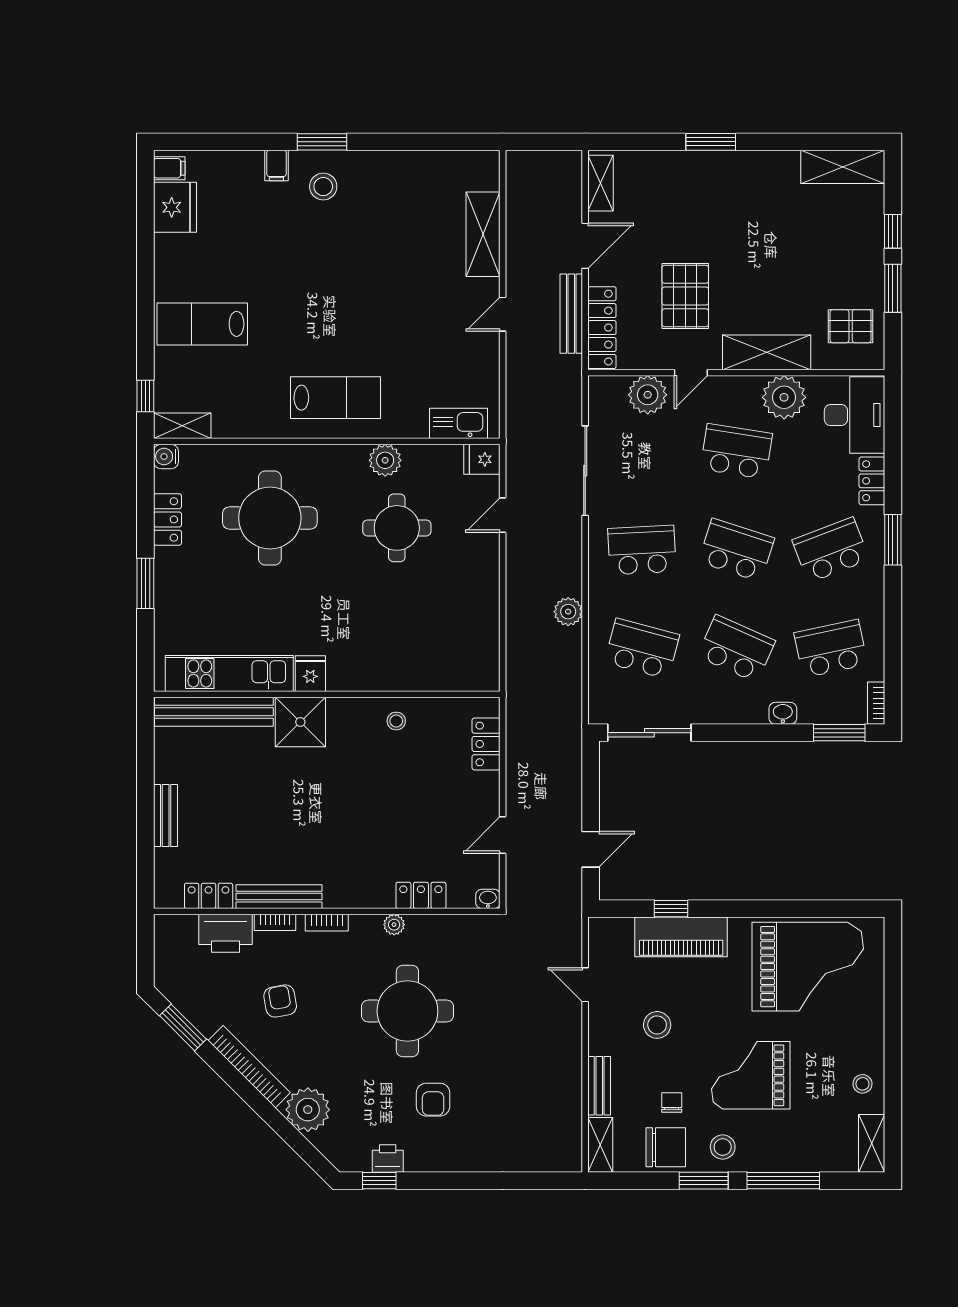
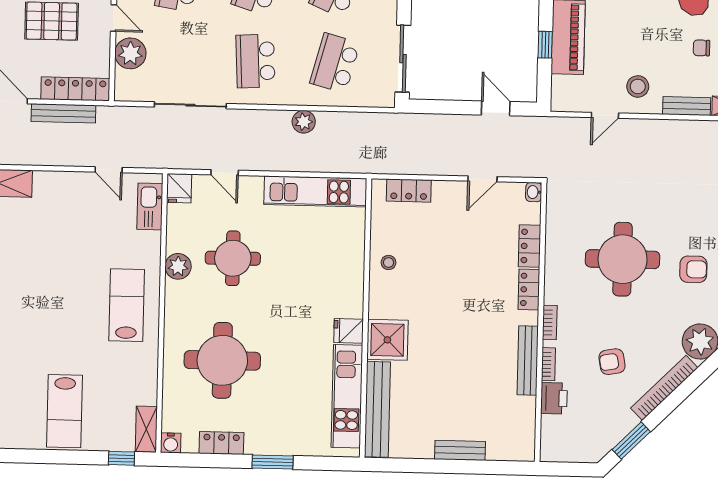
door: (503, 314) -> (109, 170), moved
kitchen unit: (482, 628) -> (315, 191), added
door: (503, 835) -> (482, 179), hinge flipped
locker: (209, 896) -> (529, 289), moved
plant: (394, 925) -> (553, 268), removed
printer: (226, 933) -> (554, 398), width x0.73, depth x0.84
stool: (657, 1025) -> (638, 86), moved
armchair: (433, 1100) -> (693, 269), moved

